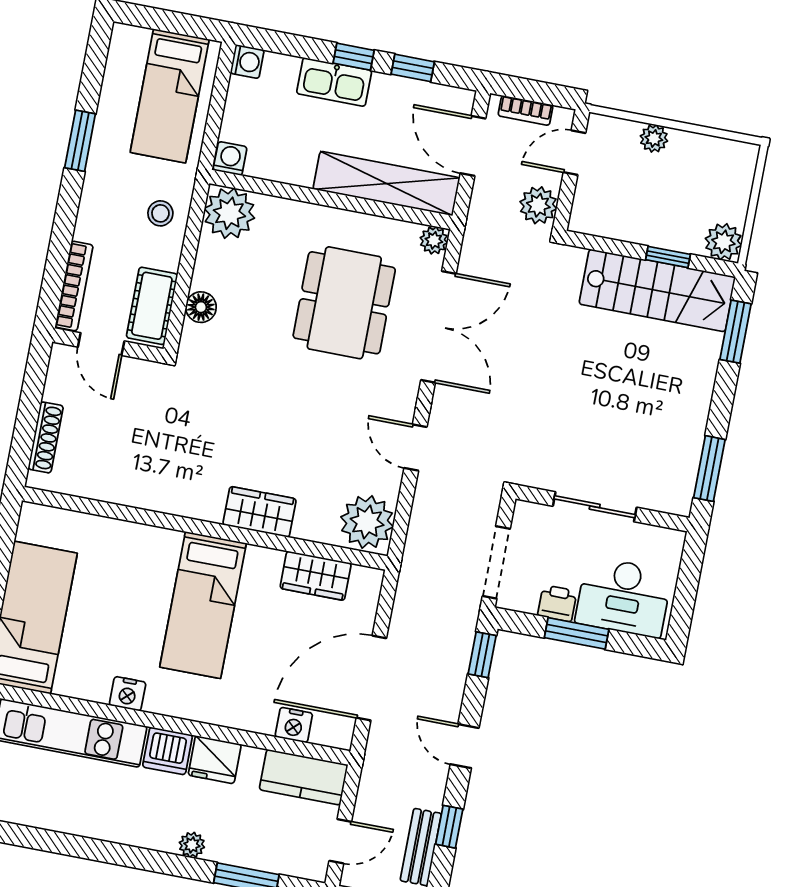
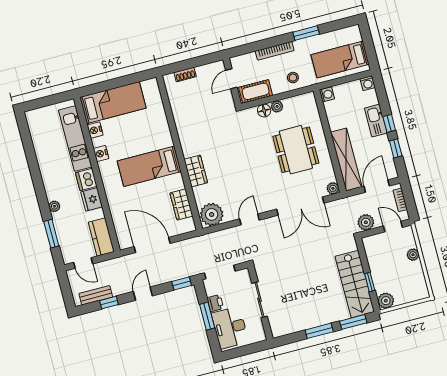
plant: (229, 213) -> (277, 106), moved, width x0.53, depth x0.53
bookcase: (74, 286) -> (275, 51), moved
dining table: (344, 303) -> (296, 150), moved, turned 90
shoe rack: (46, 437) -> (185, 75), width x0.70
window: (709, 469) -> (319, 331), moved
nightstand: (294, 725) -> (95, 130), moved

